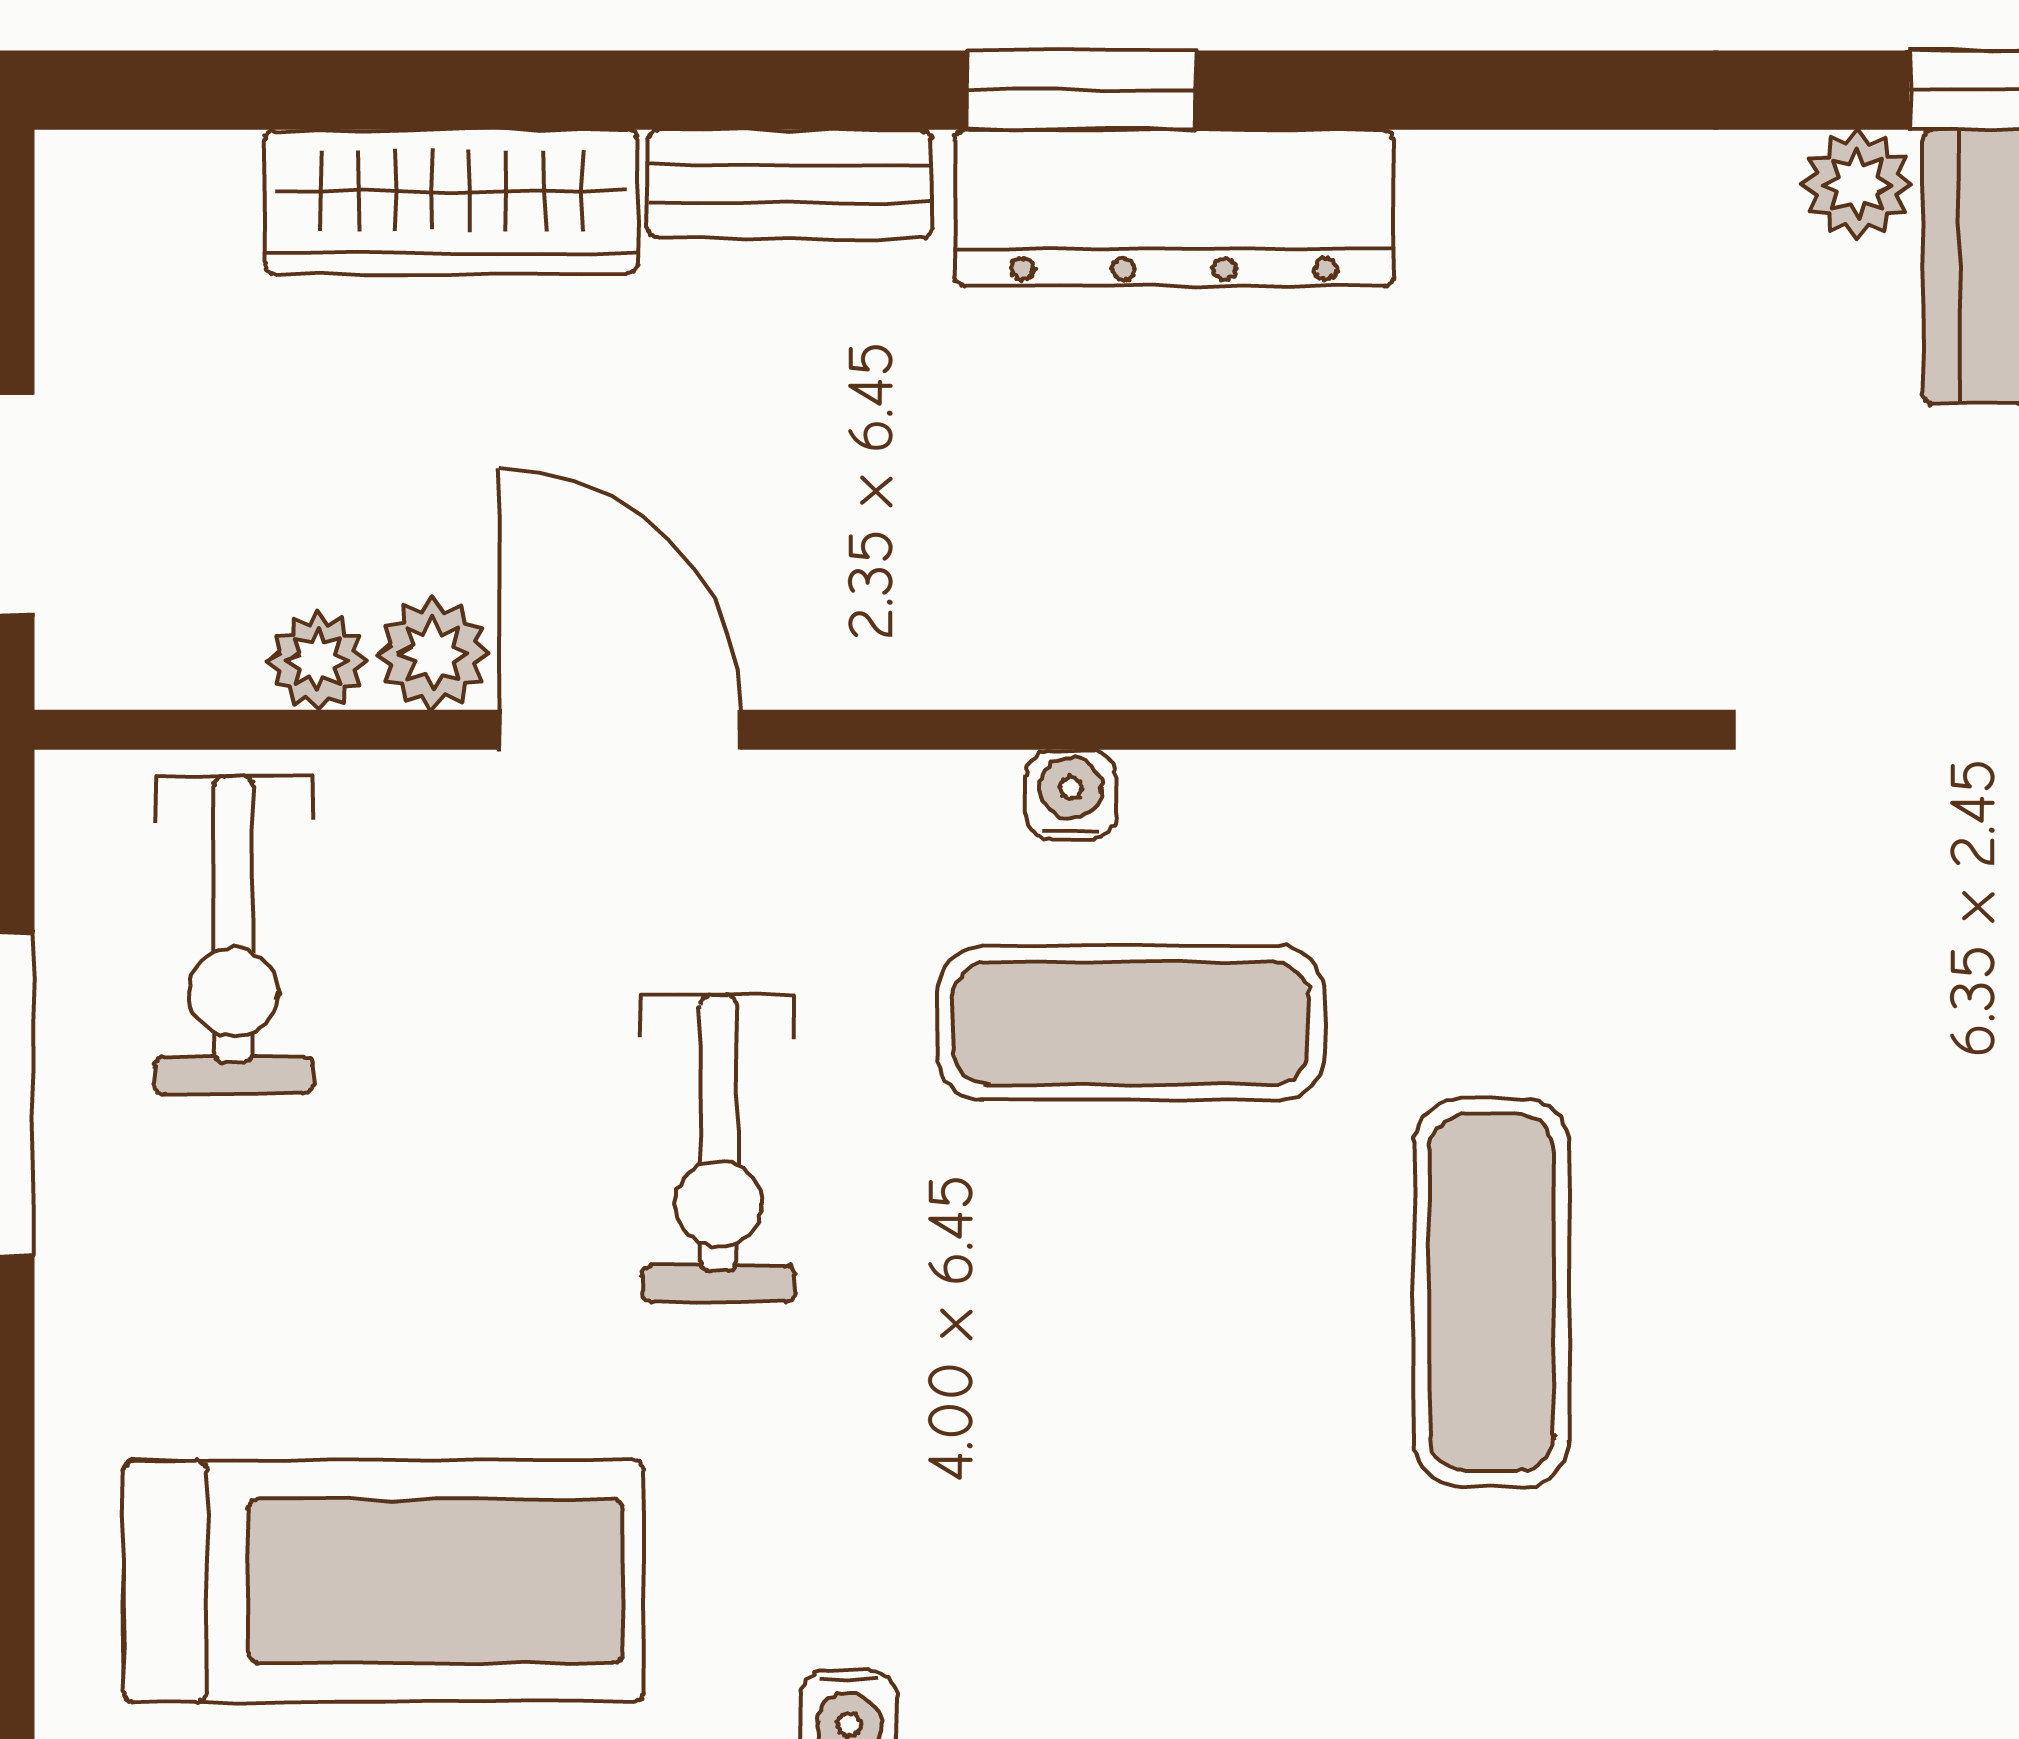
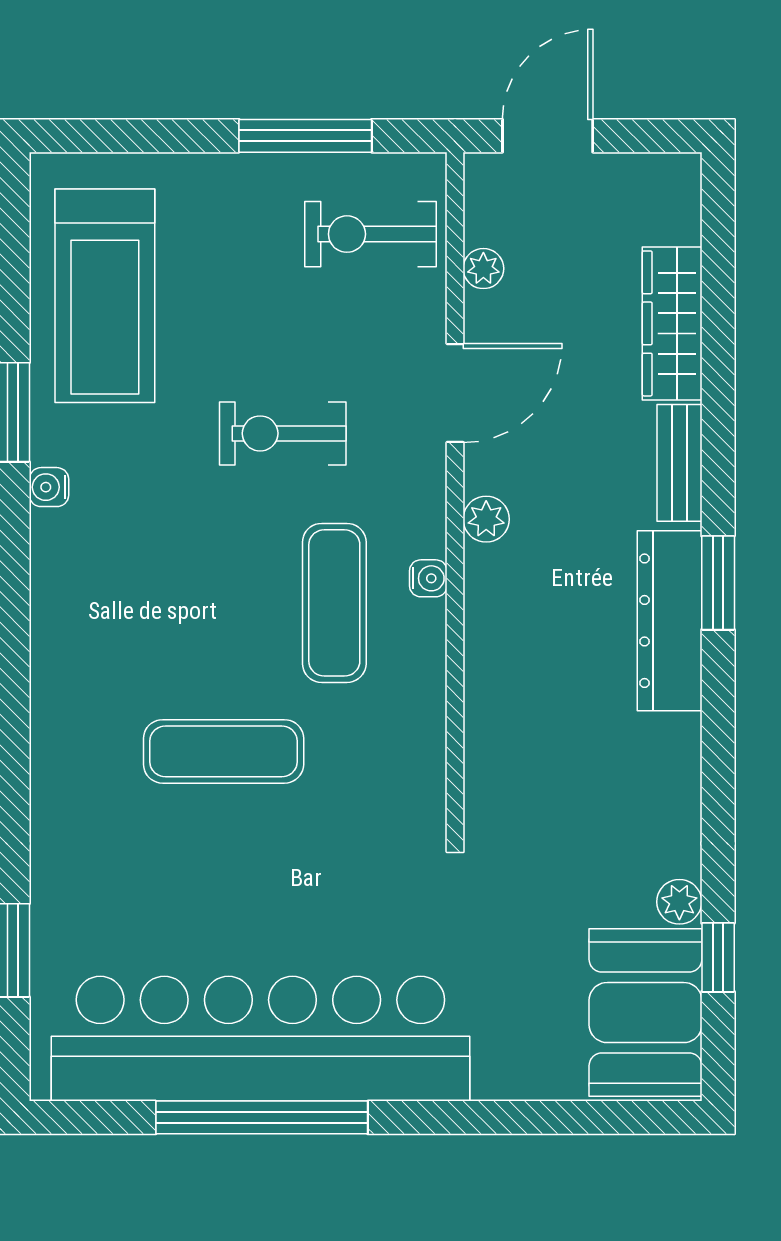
plant: (433, 654) -> (486, 519), moved

